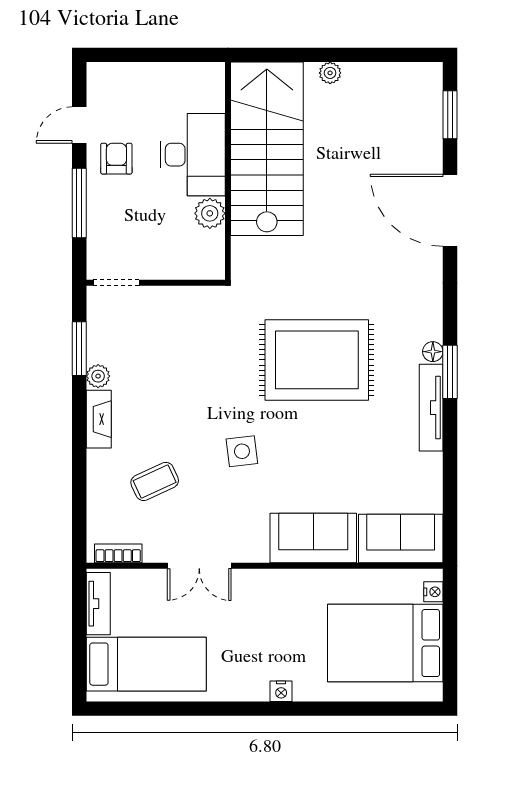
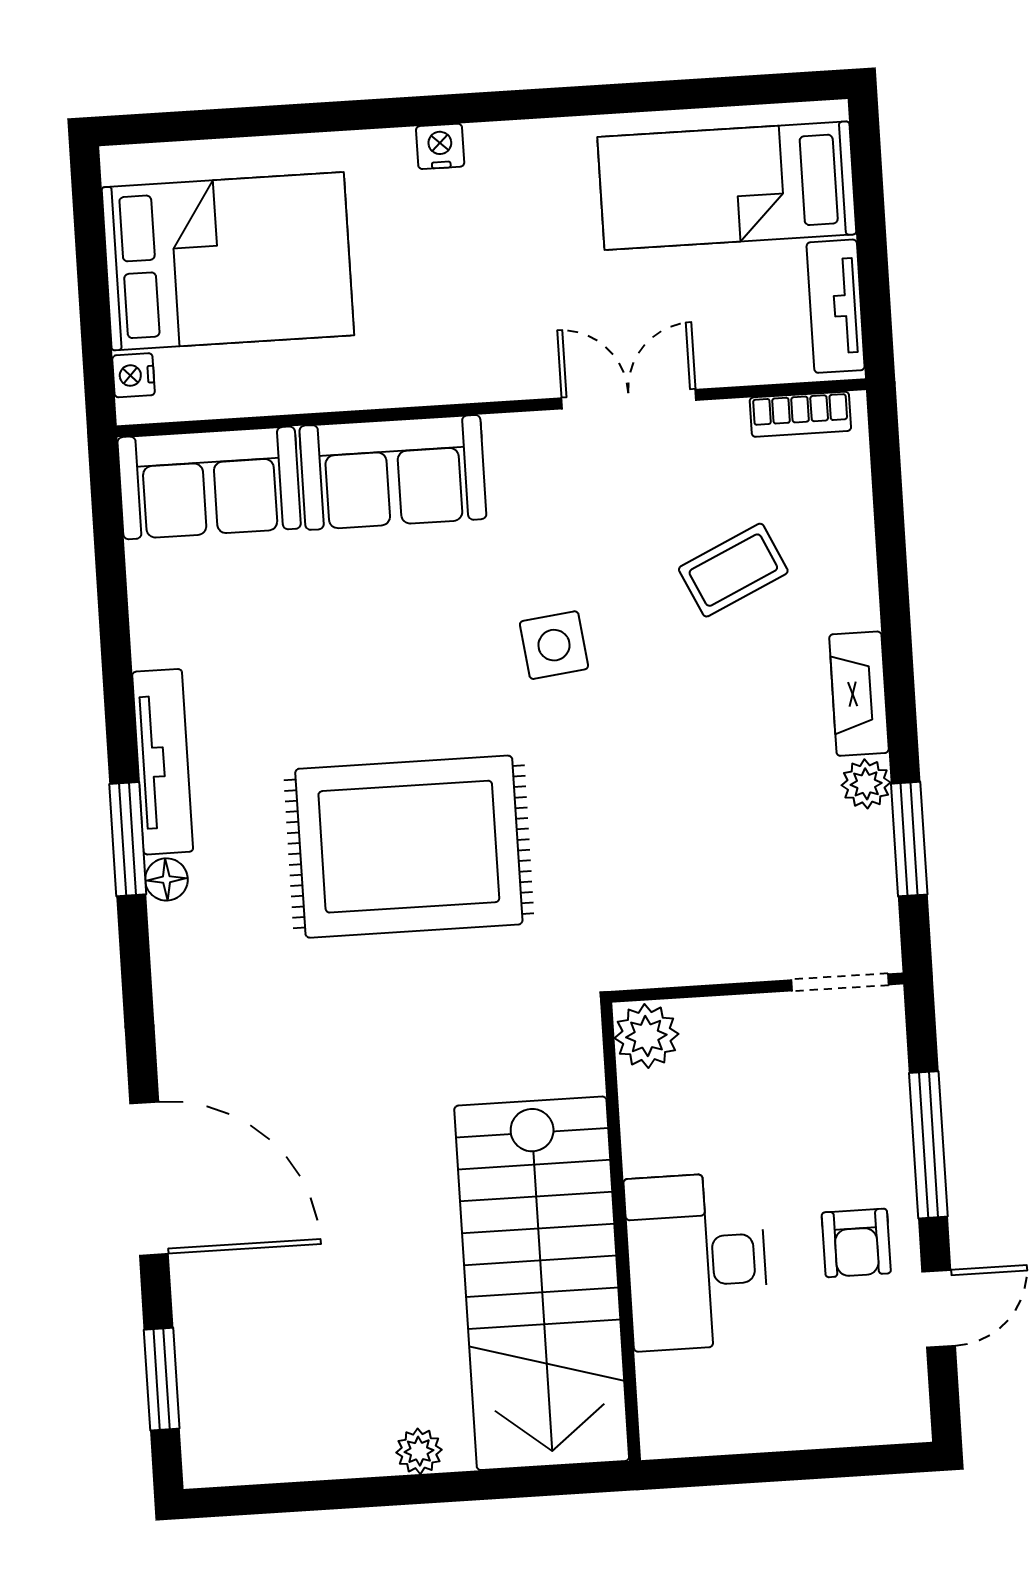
plant: (210, 213) -> (646, 1036), moved

